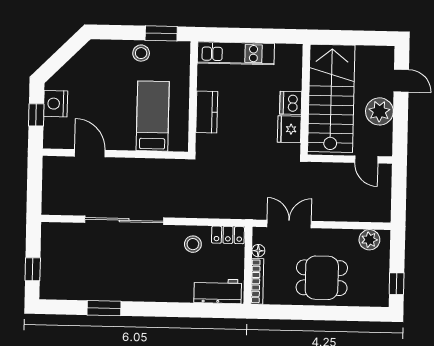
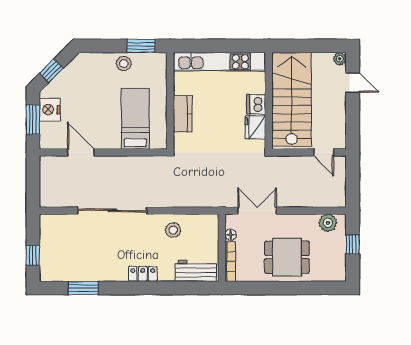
kitchen unit: (236, 53) -> (219, 62), width x1.36
window: (59, 59) -> (52, 71), added
plant: (379, 111) -> (340, 59), moved, width x0.53, depth x0.53
window: (36, 115) -> (33, 120), width x1.50
locker: (228, 235) -> (143, 274), moved, turned 180
window: (397, 284) -> (353, 244), moved
window: (104, 308) -> (83, 288), moved

